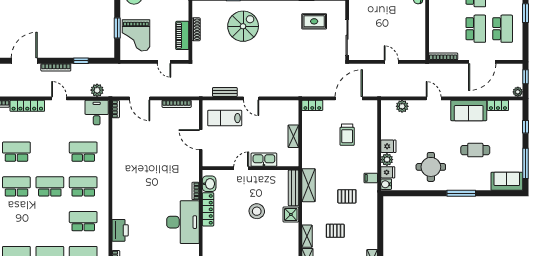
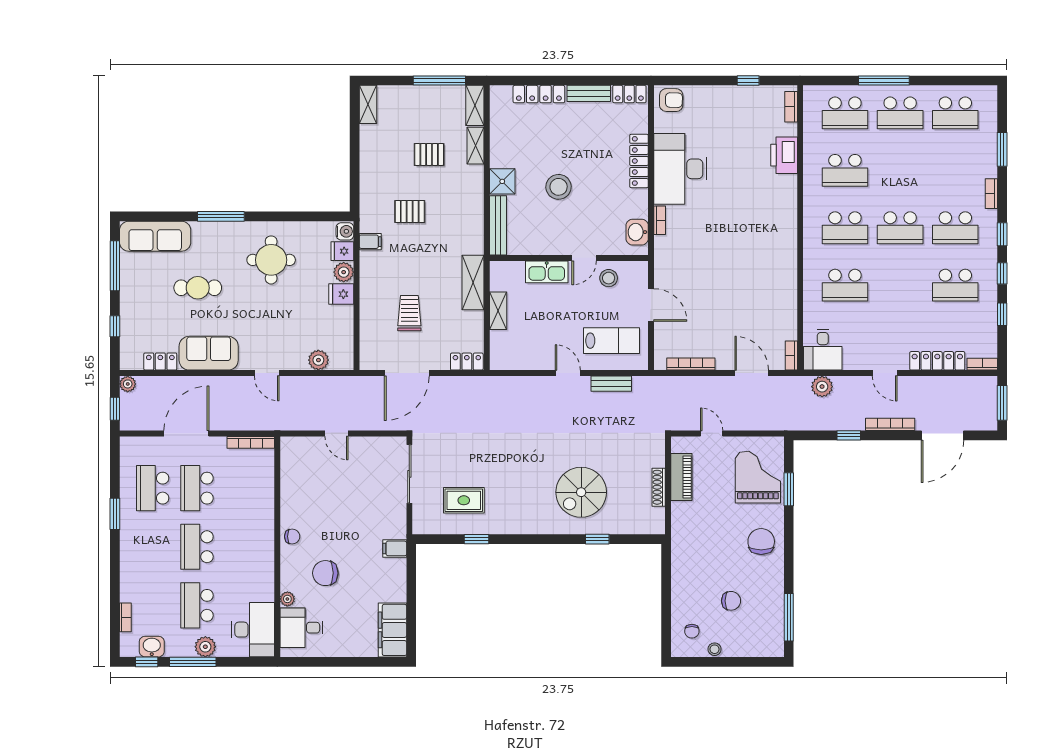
stool: (226, 156) -> (609, 278), added
sofa: (507, 181) -> (155, 236), width x1.36
shelving: (309, 185) -> (473, 283), moved
locker: (208, 209) -> (639, 161), moved

